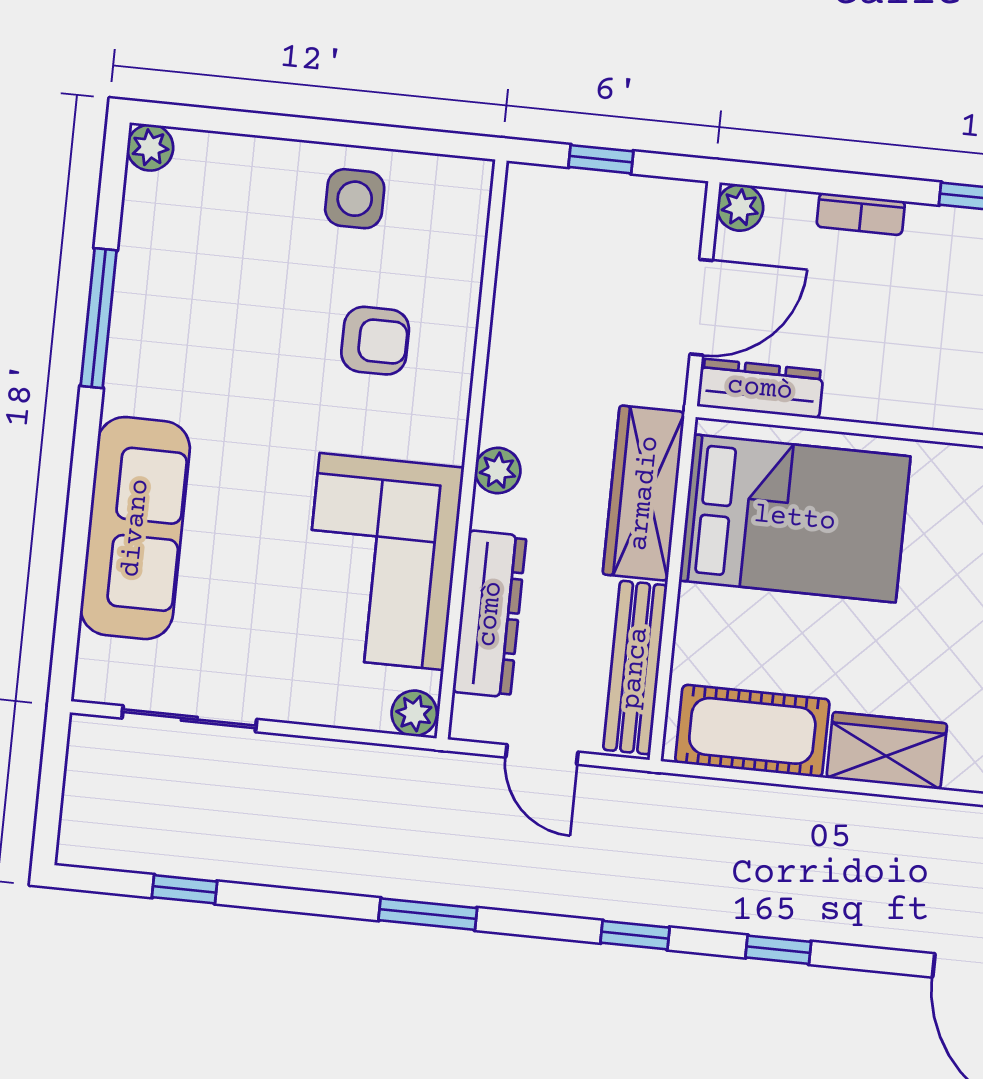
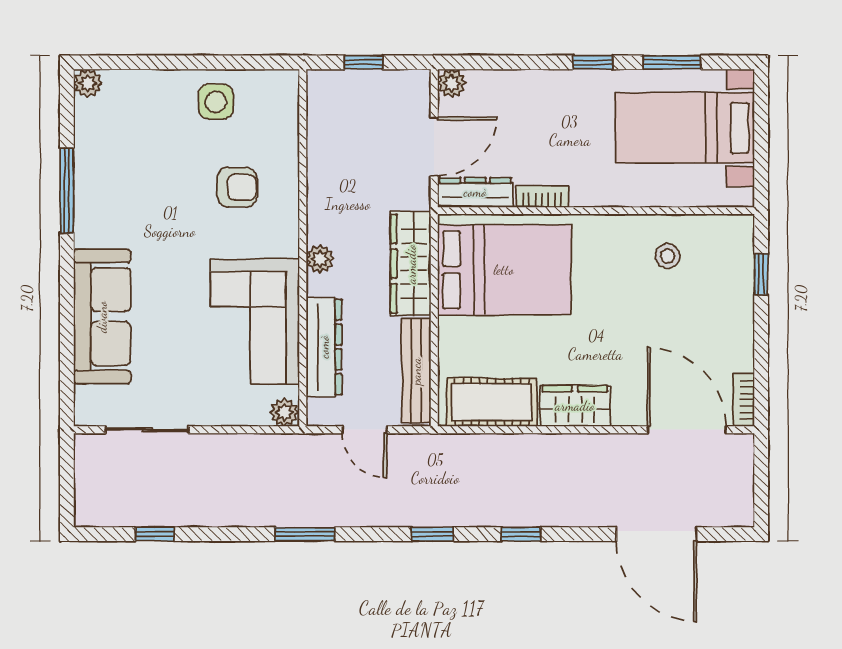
bookcase: (861, 214) -> (542, 197), moved, turned 180

